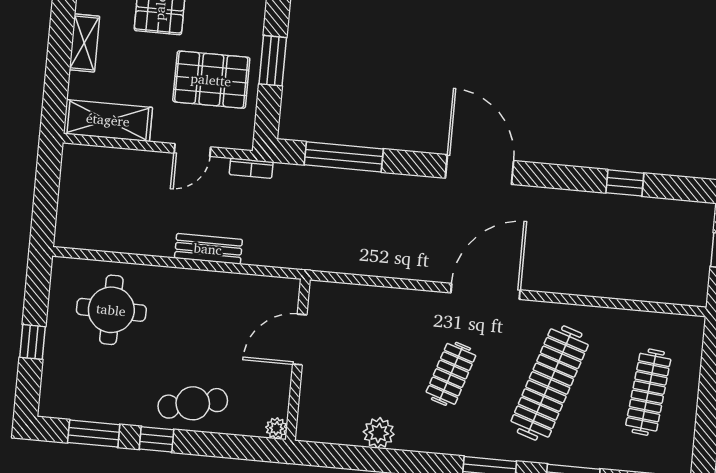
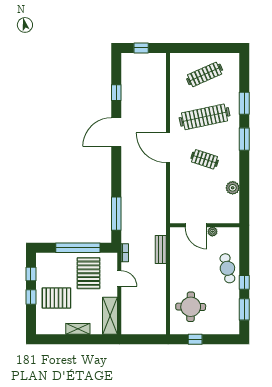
window: (273, 61) -> (78, 248), width x2.11
door: (480, 169) -> (116, 132), moved
bench: (208, 249) -> (161, 249), moved
window: (32, 342) -> (195, 339), moved
clothes rail: (550, 383) -> (205, 117), turned -30
clothes rail: (648, 392) -> (205, 74), turned -30
plant: (276, 428) -> (212, 232), moved

